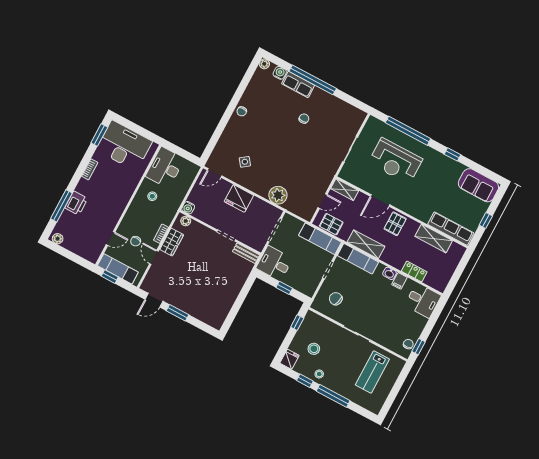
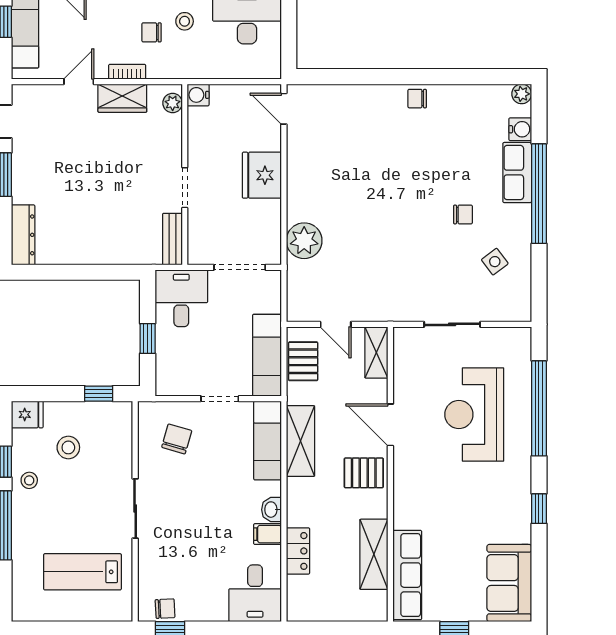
side table: (245, 162) -> (495, 262), moved
chair: (136, 241) -> (152, 32), moved
dresser: (209, 319) -> (23, 235), added

